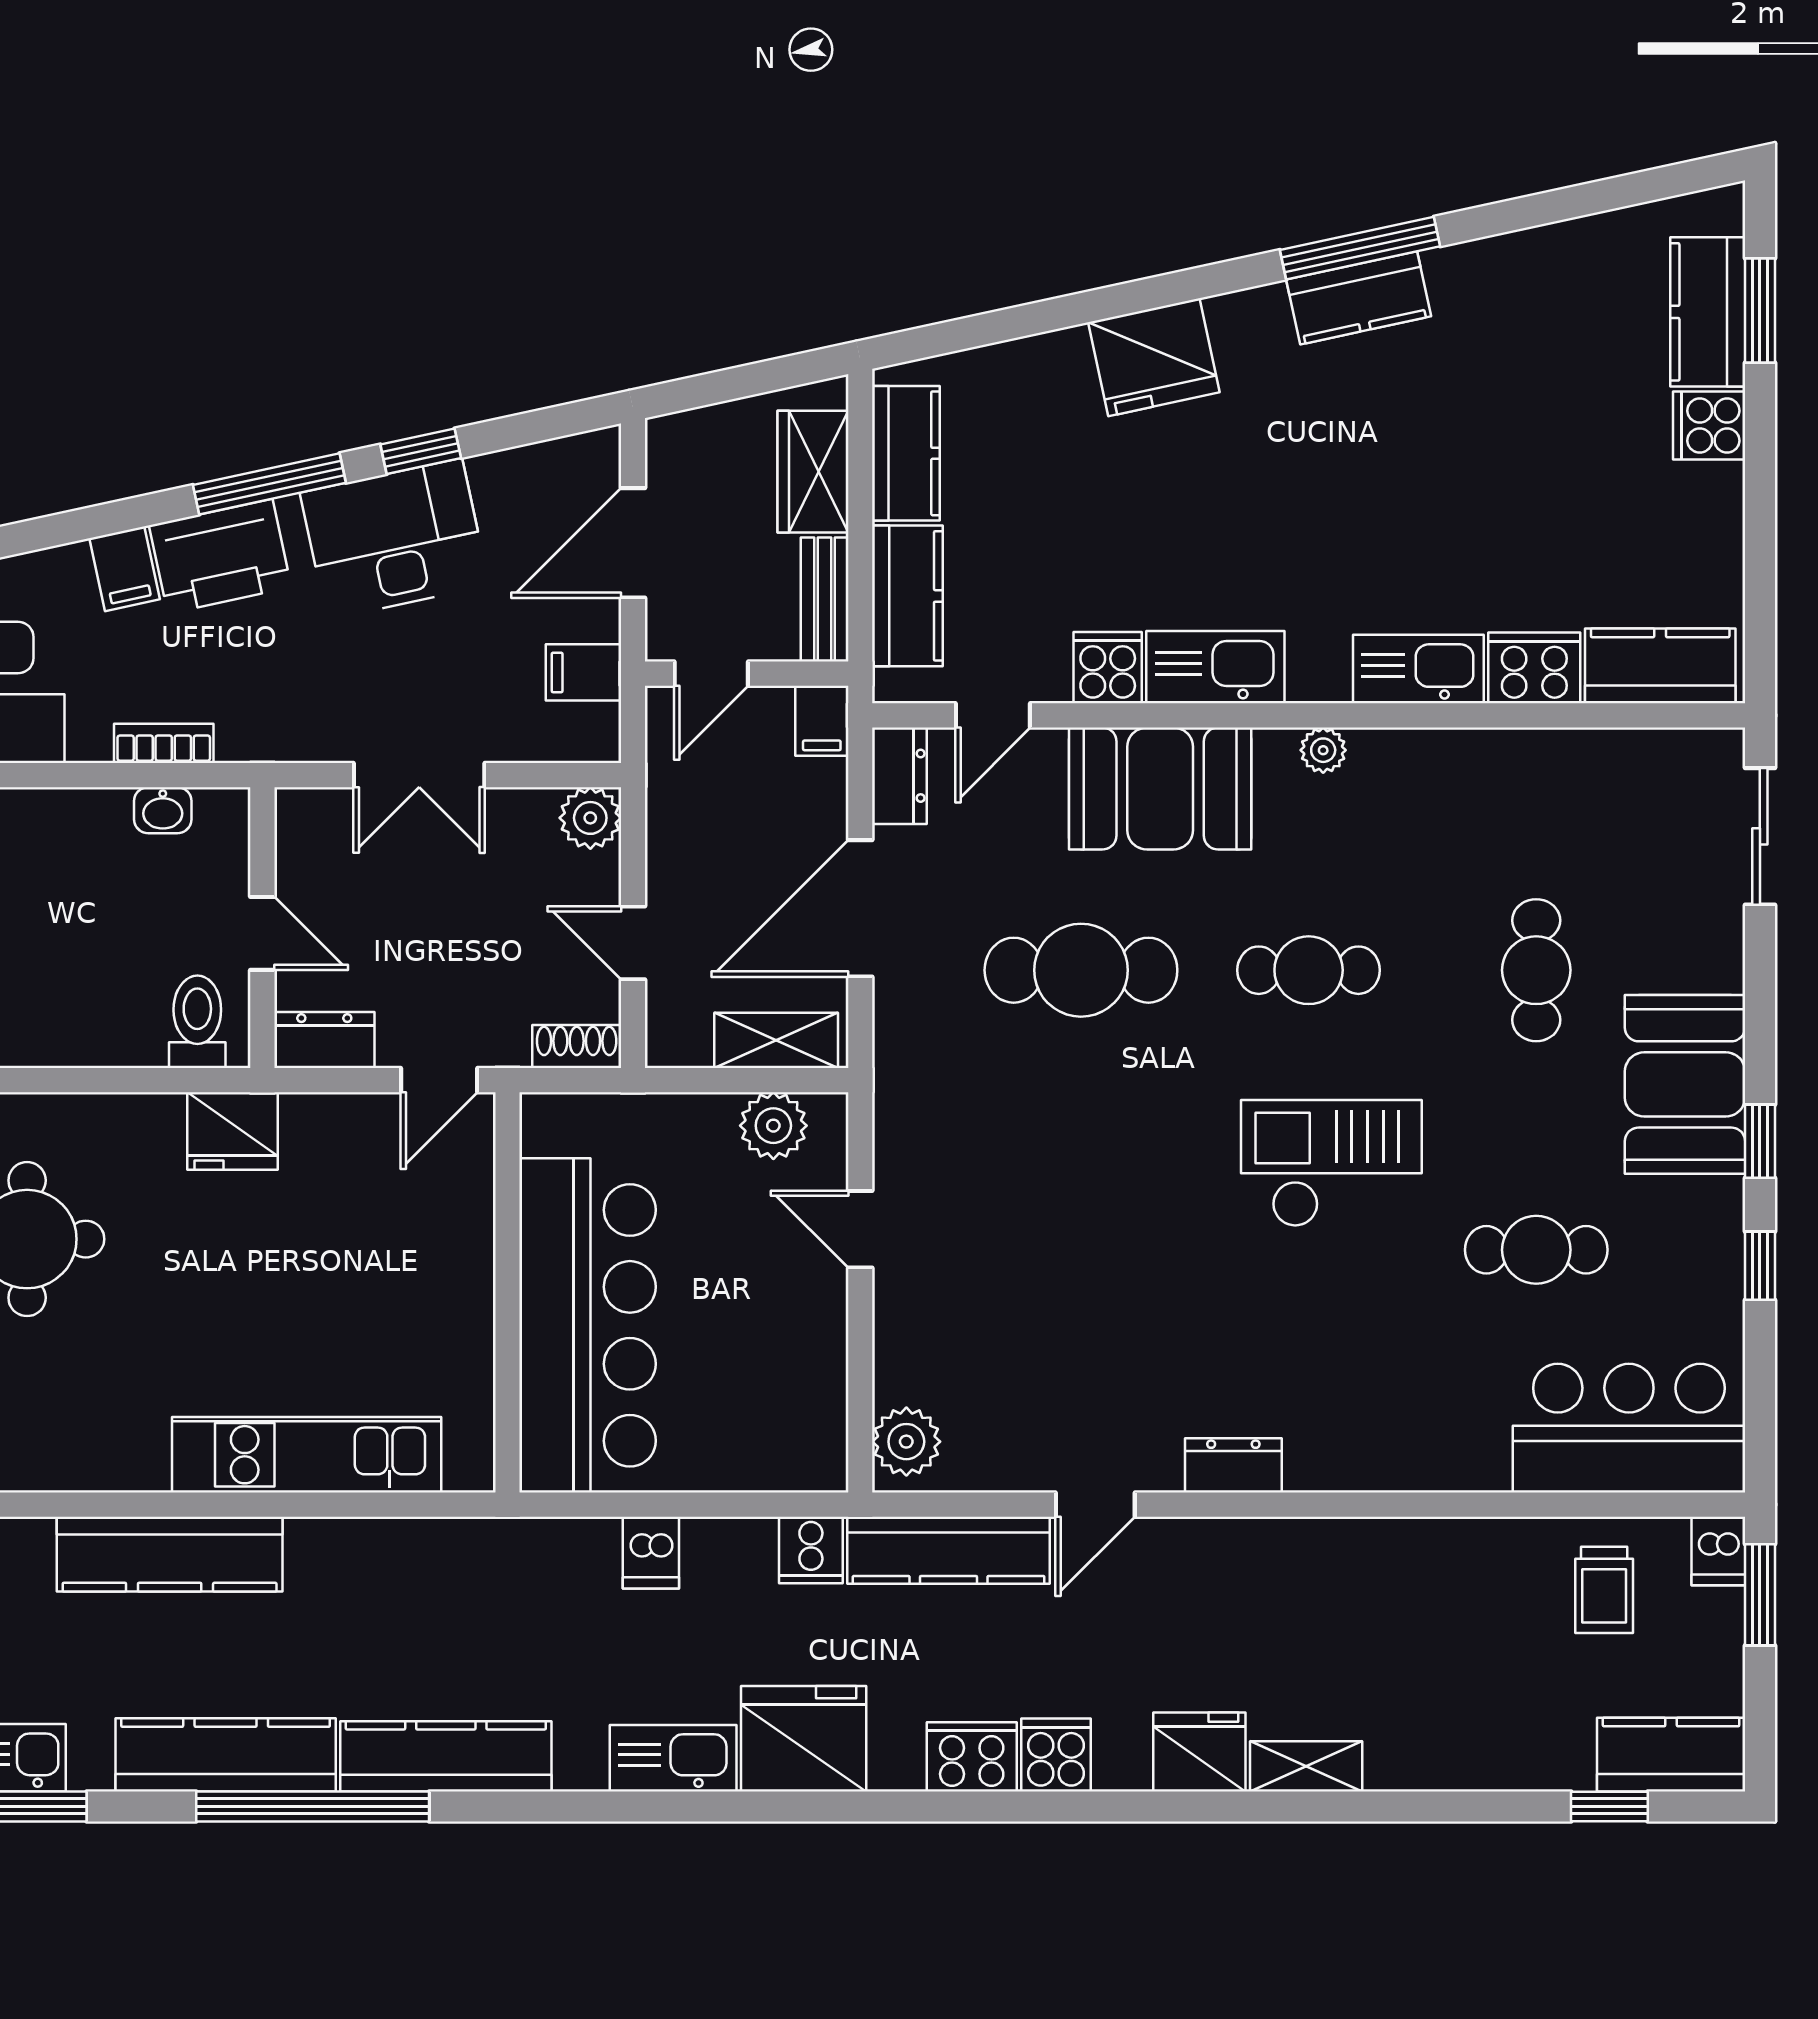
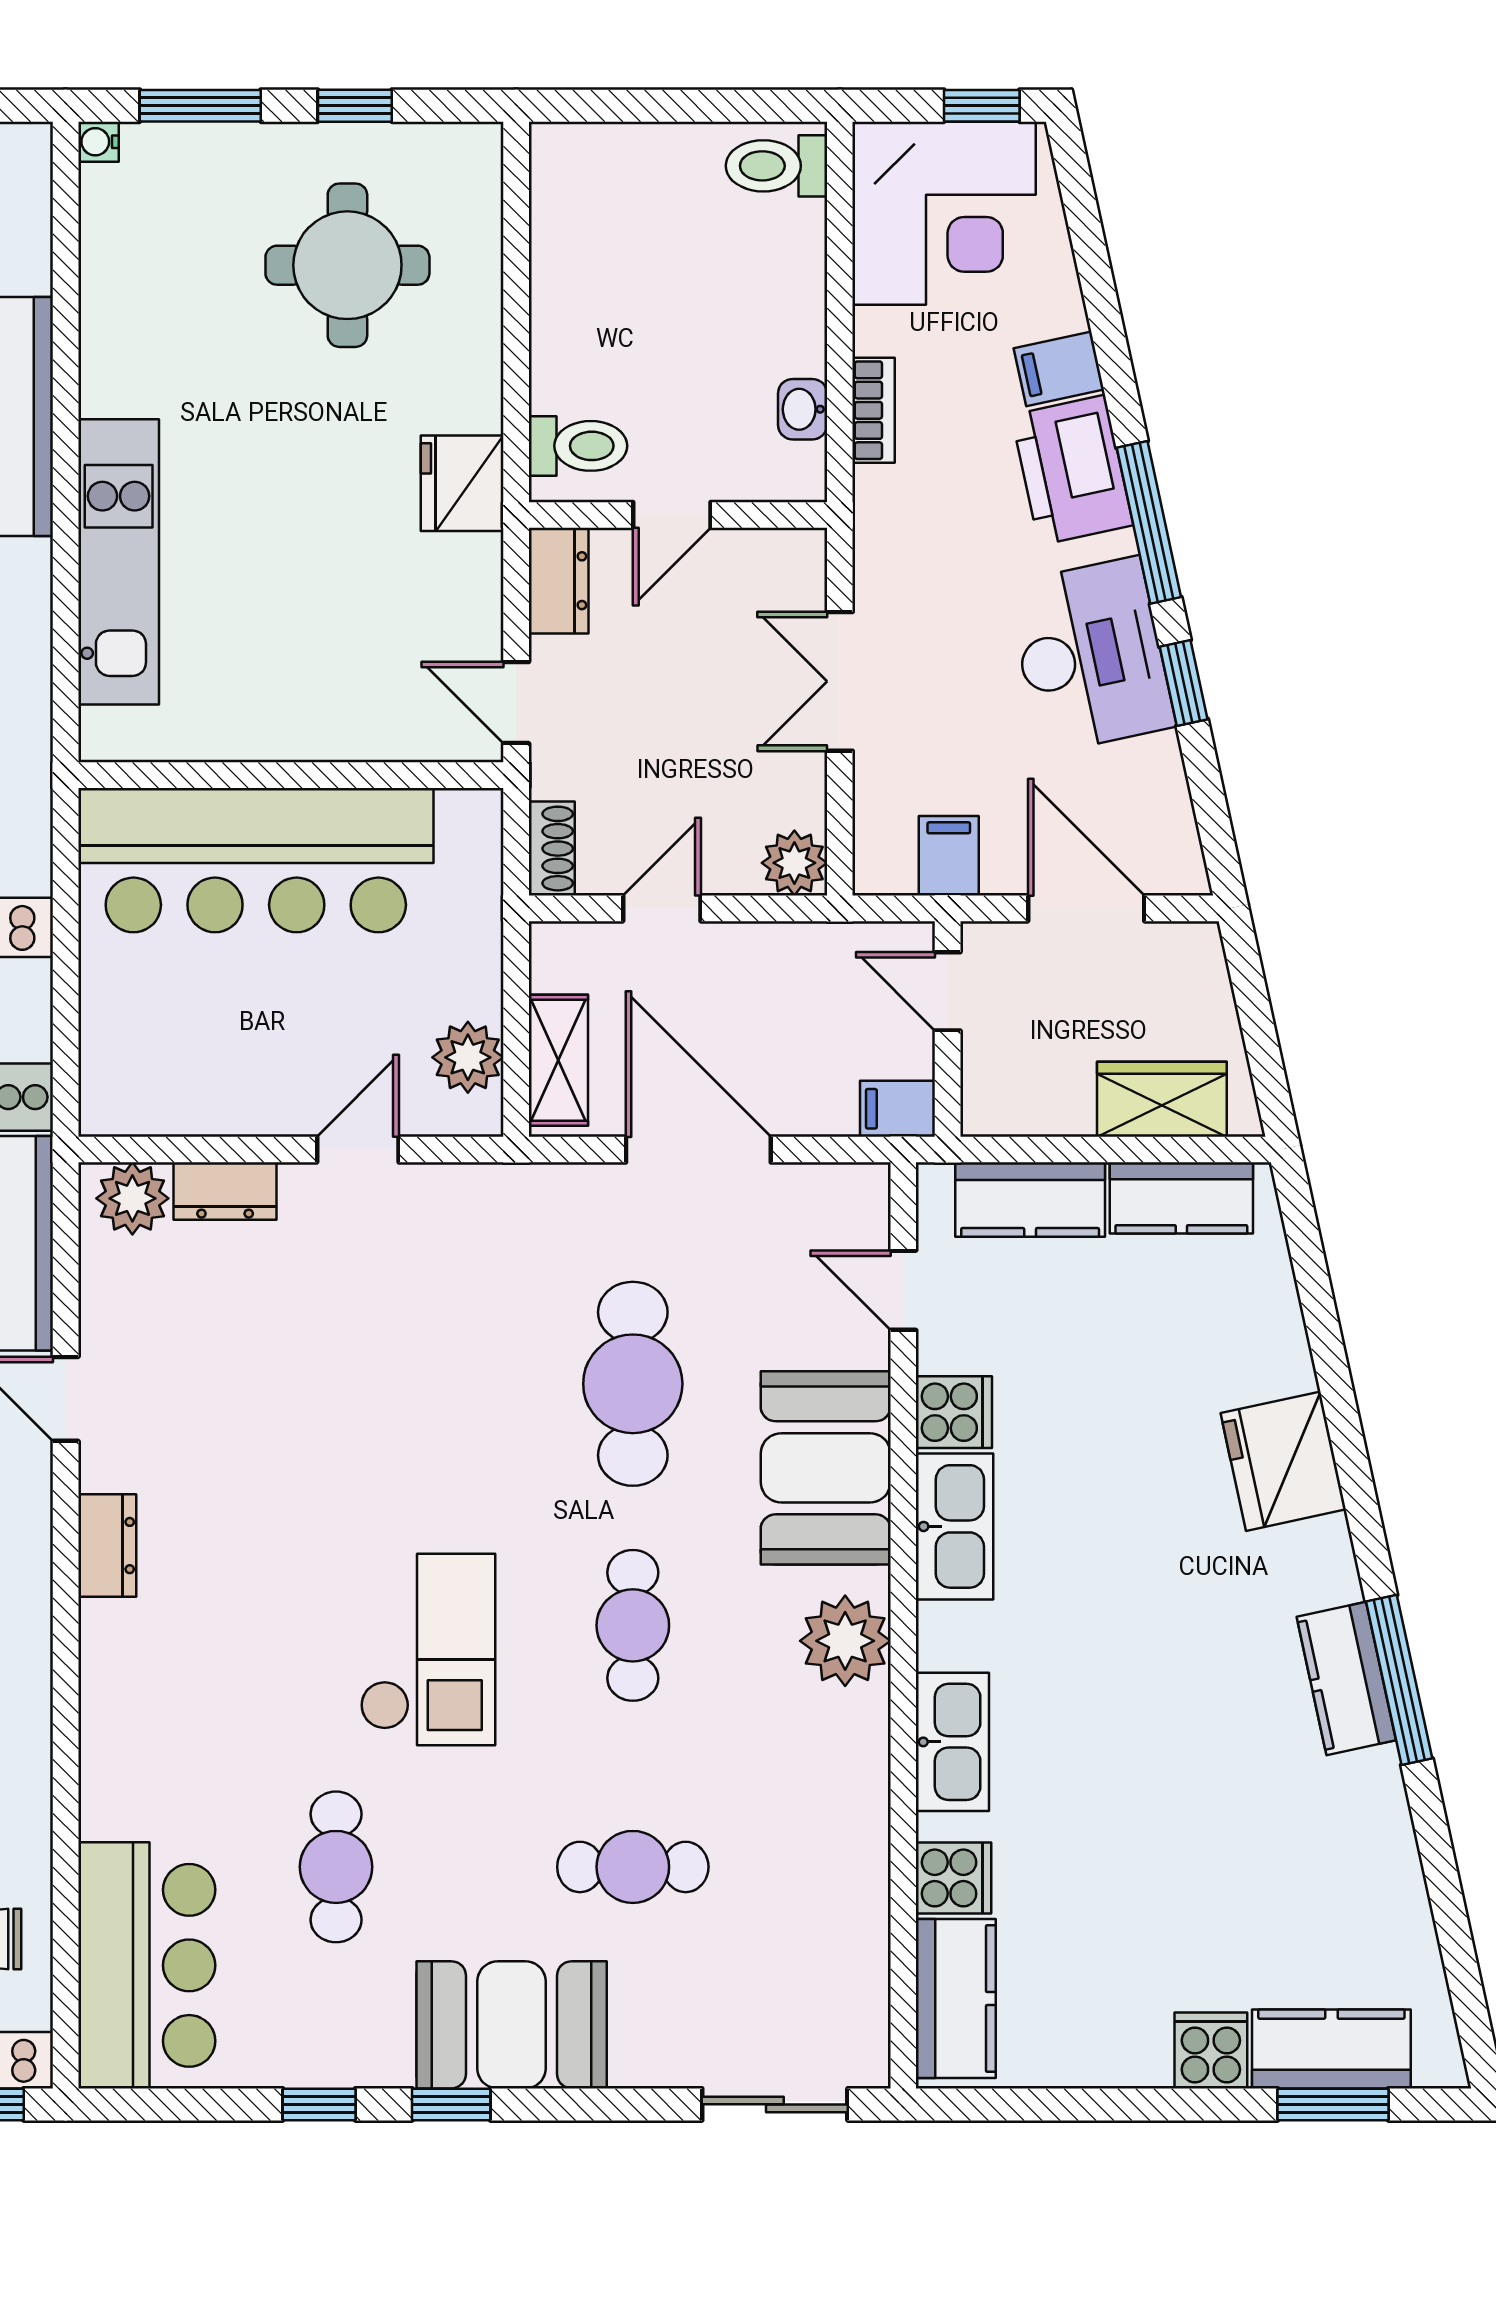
bench: (825, 599) -> (1026, 1112), removed
cooker: (1534, 668) -> (954, 1878), width x0.73
plant: (1323, 750) -> (845, 1641), width x1.88, depth x1.88
dresser: (899, 776) -> (225, 1191), moved

